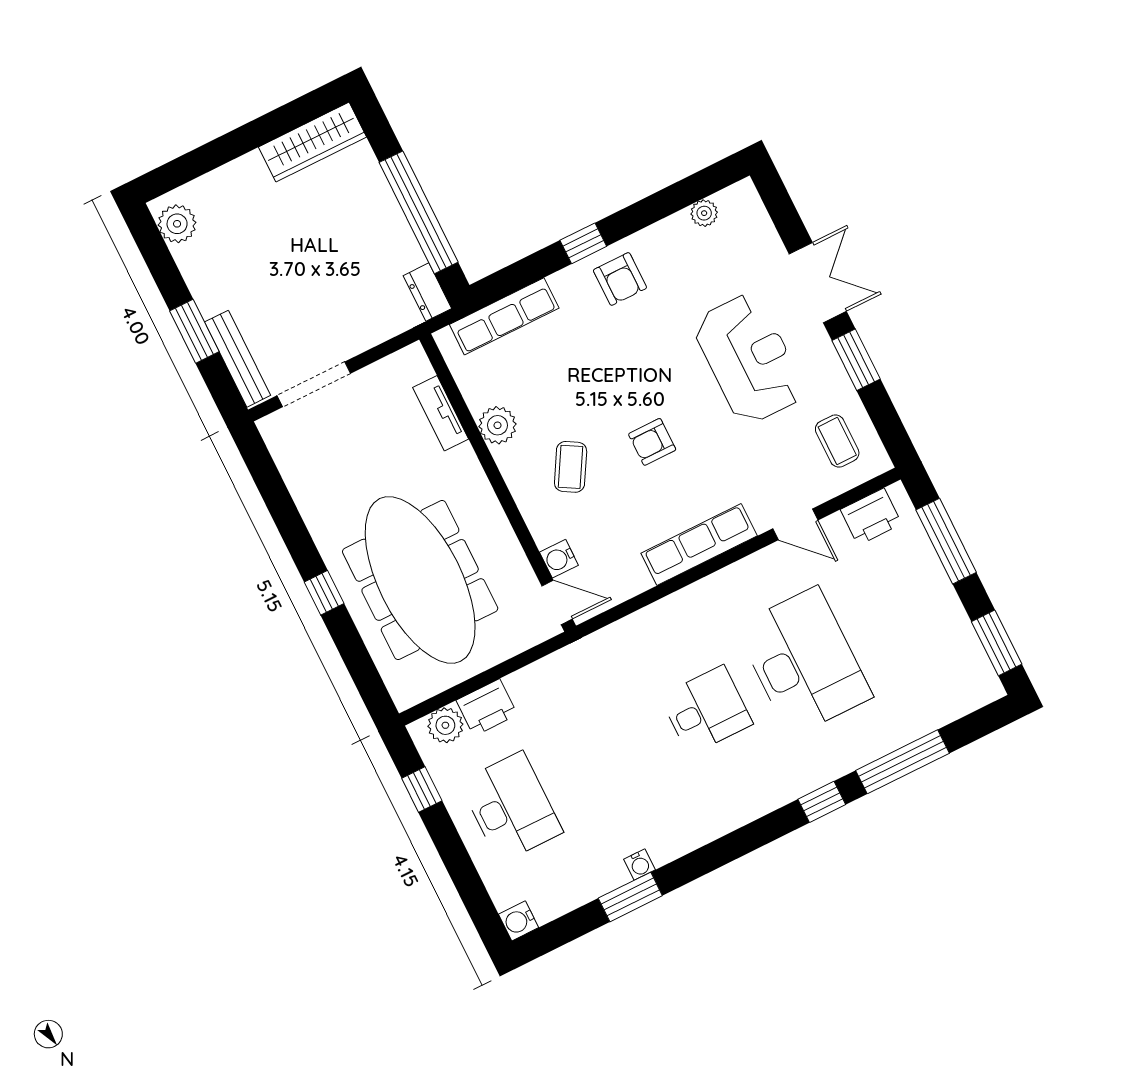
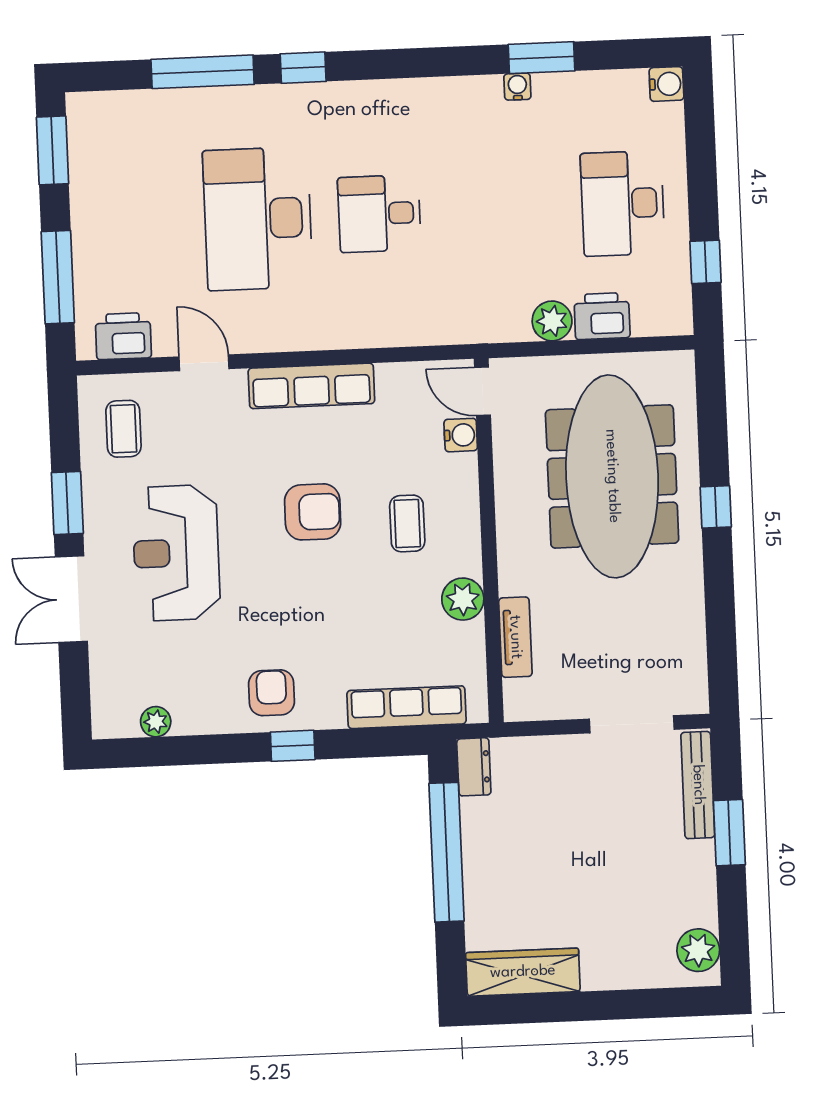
armchair: (652, 442) -> (313, 512), width x1.38, depth x1.38
coffee table: (571, 467) -> (407, 523), turned -30
plant: (445, 725) -> (552, 321), moved

